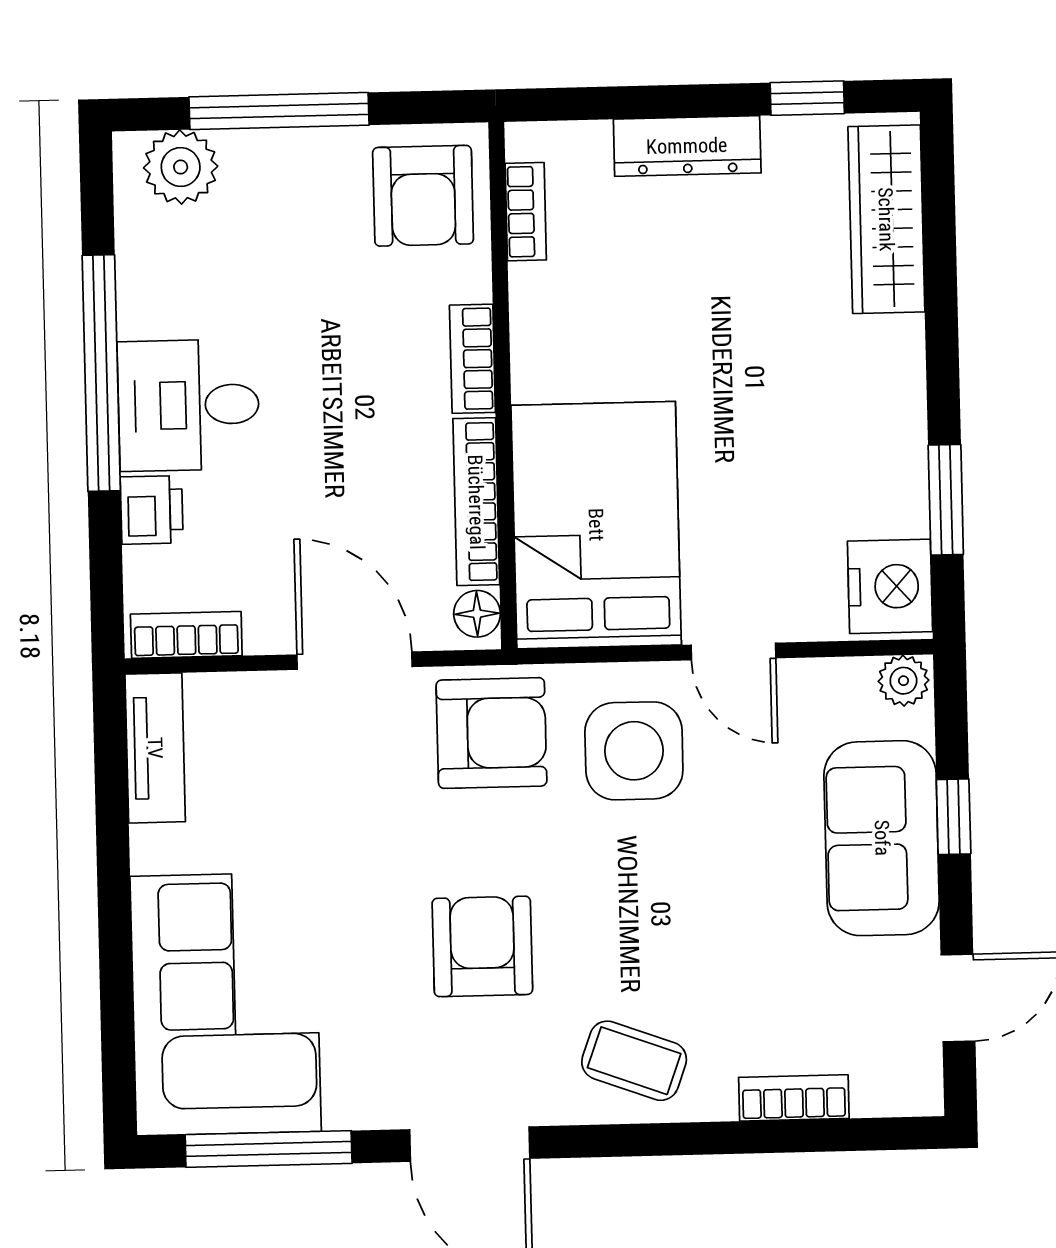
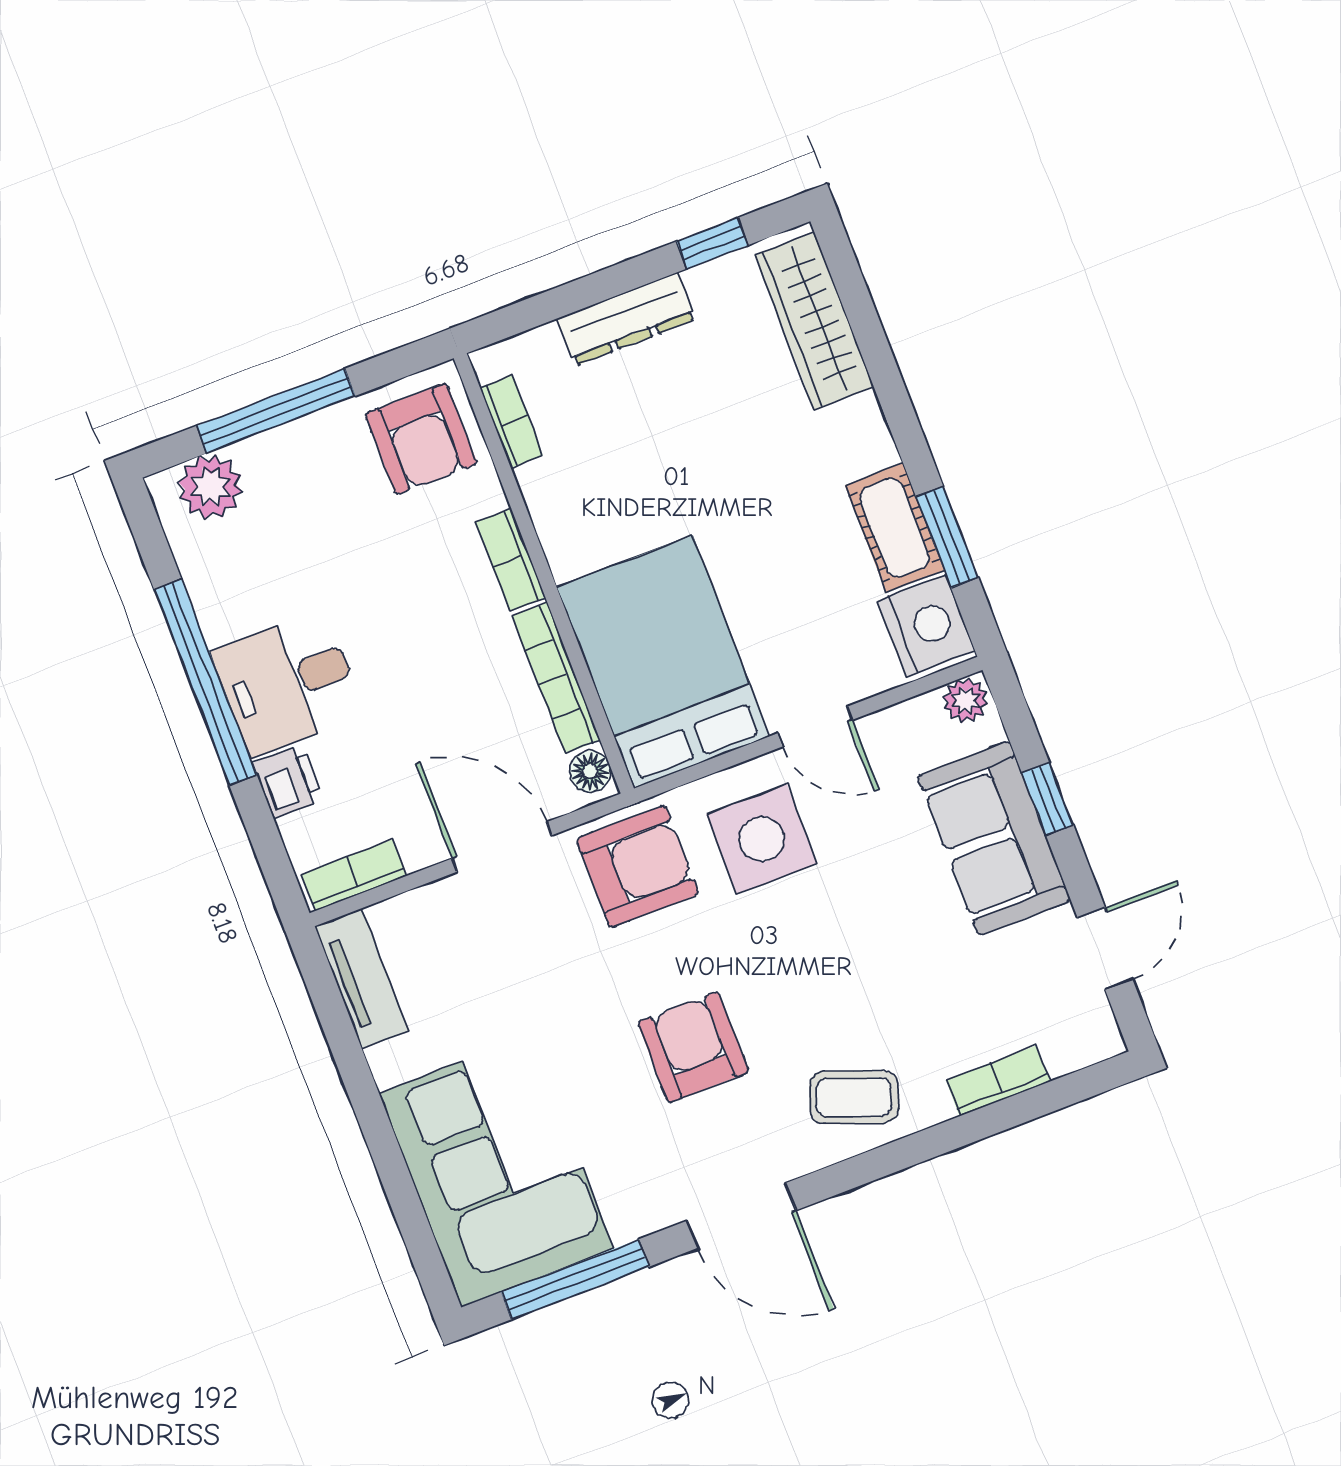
cot: (893, 470) -> (895, 528), added

